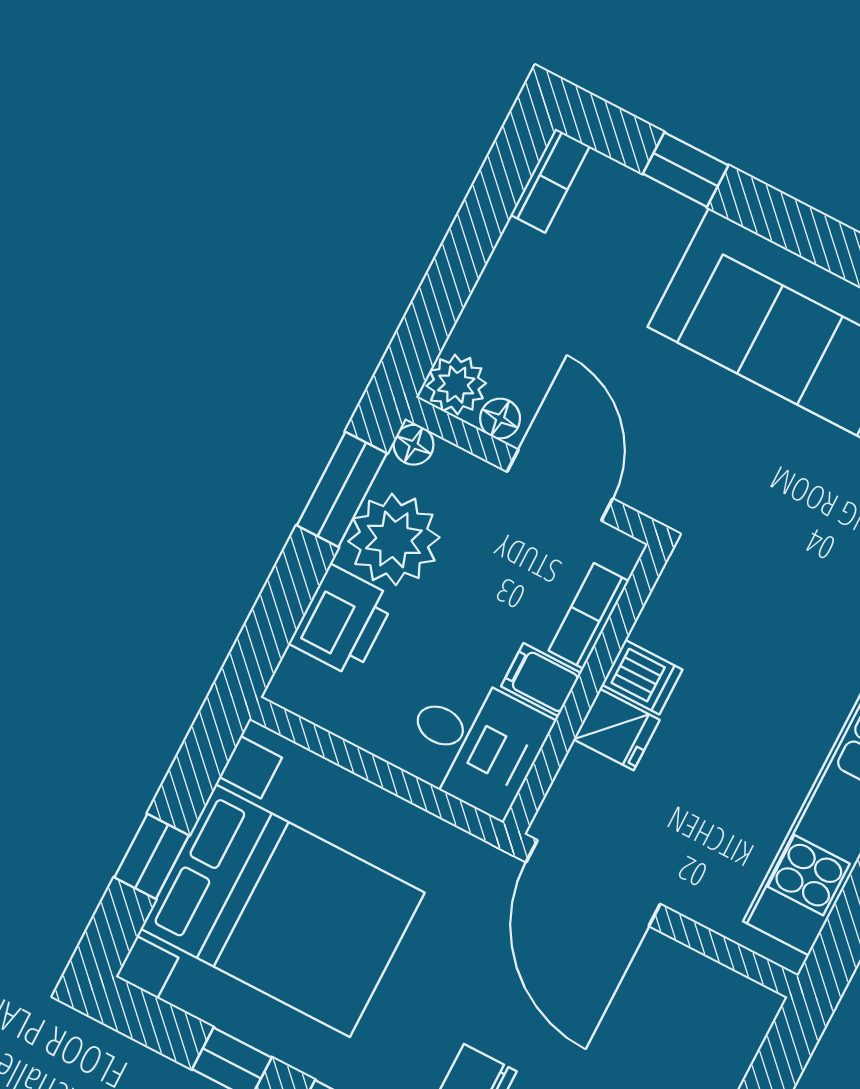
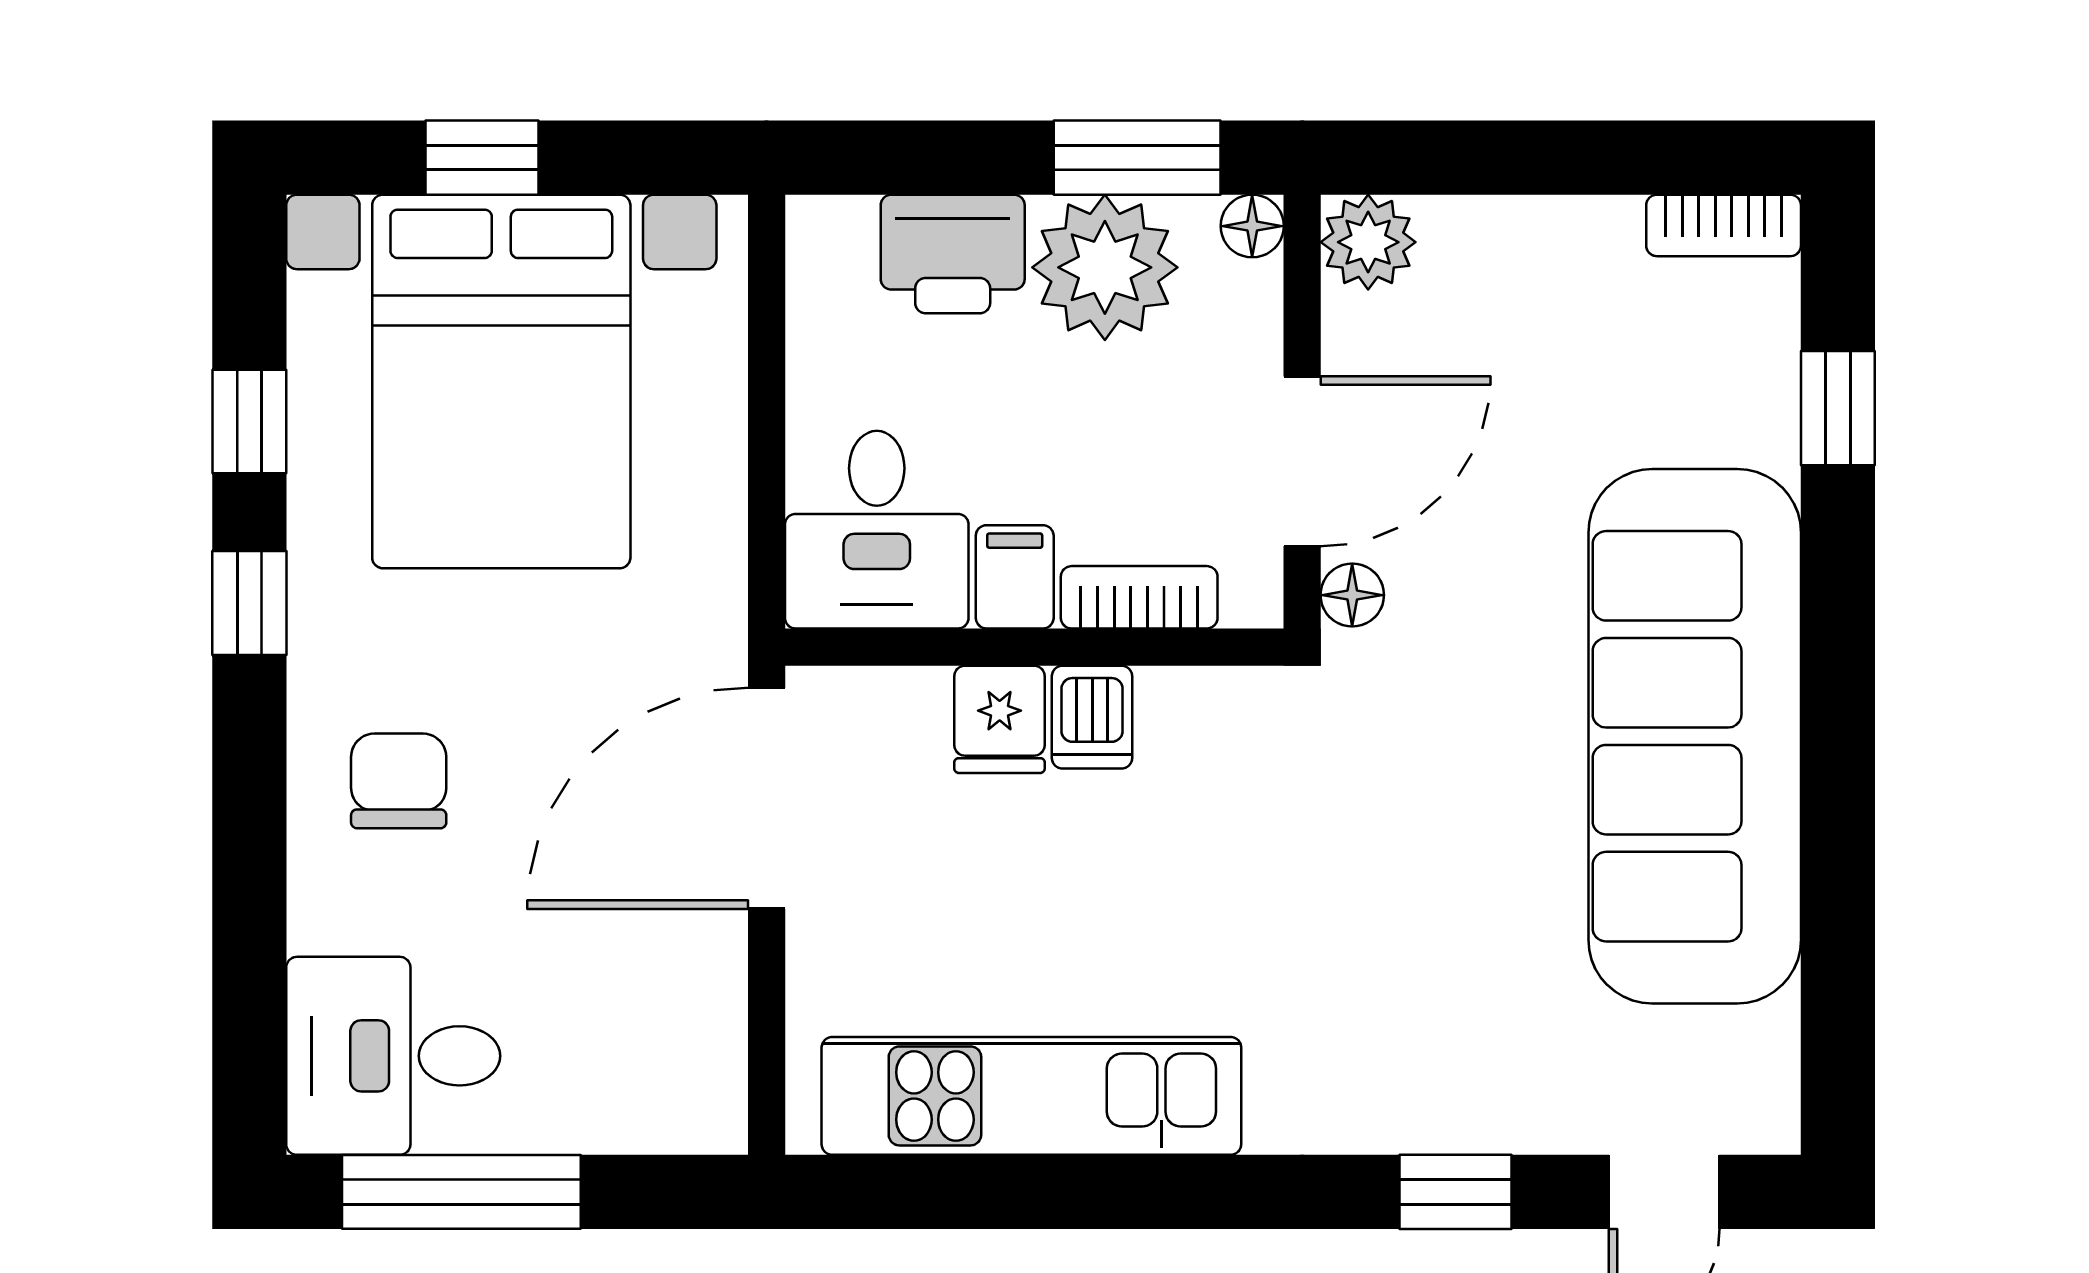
floor lamp: (500, 419) -> (1352, 595), moved

